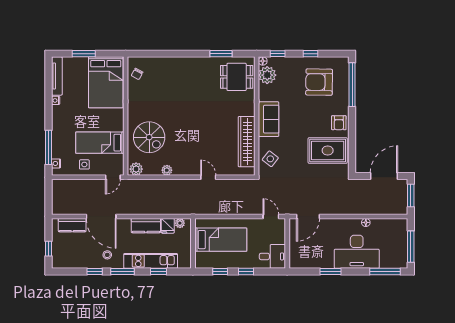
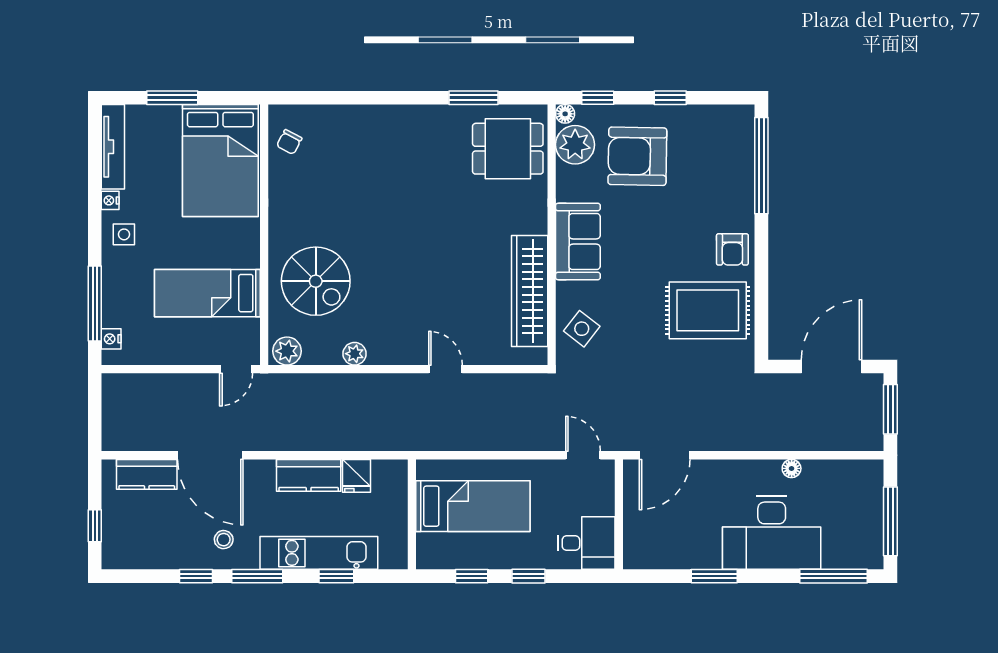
armchair: (319, 82) -> (637, 156), moved
side table: (84, 164) -> (124, 234), moved
plant: (180, 223) -> (383, 470), removed

